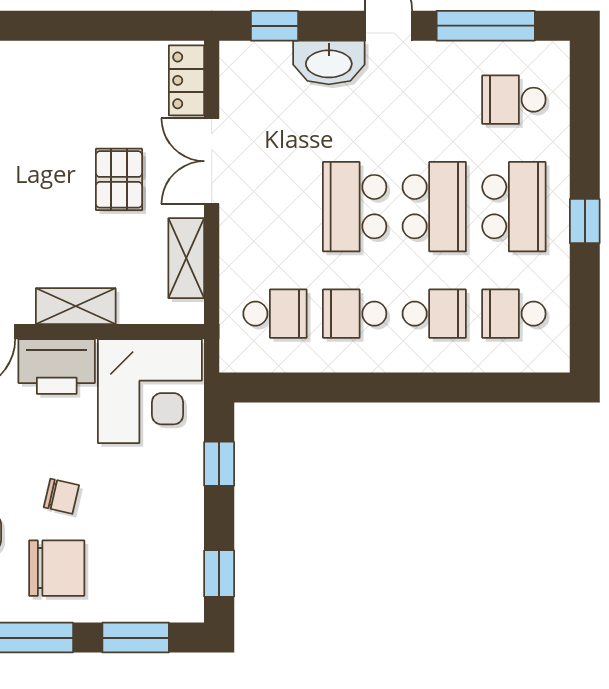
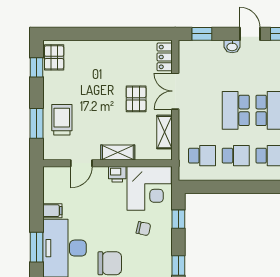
washbasin: (329, 63) -> (232, 47), width x0.52, depth x0.69
school desk: (355, 314) -> (236, 156), turned 180
printer: (57, 367) -> (117, 174), width x0.53, depth x0.68
chair: (61, 496) -> (143, 229), moved

